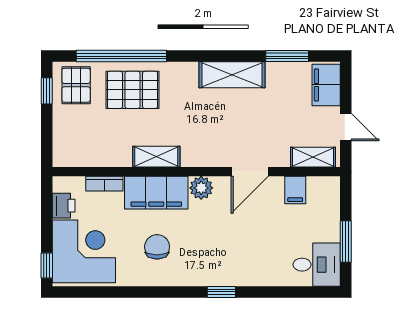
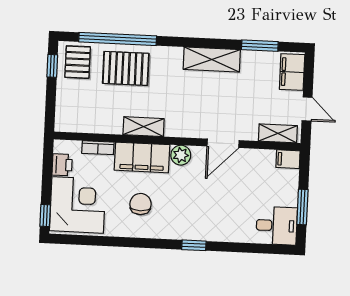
filing cabinet: (295, 190) -> (288, 159), moved, turned 90

